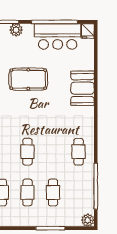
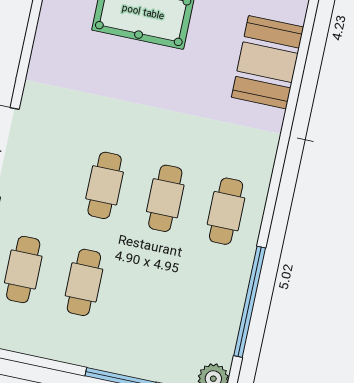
cafe table: (53, 192) -> (165, 198), moved

